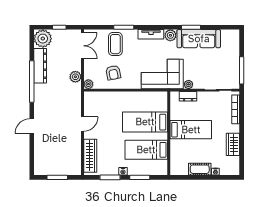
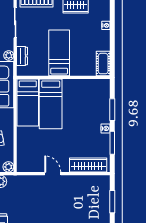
bed: (146, 150) -> (28, 102), moved
cot: (200, 169) -> (103, 64), moved

